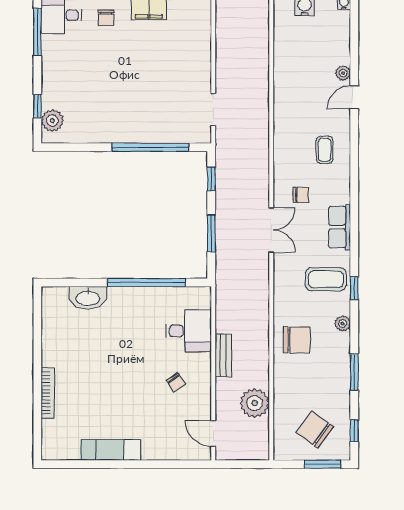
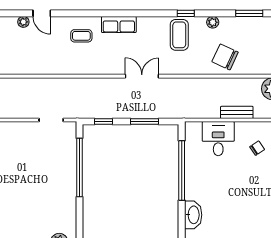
chair: (301, 195) -> (115, 54), removed
row of seats: (340, 227) -> (119, 25), moved
chair: (297, 340) -> (225, 57), turned -65

